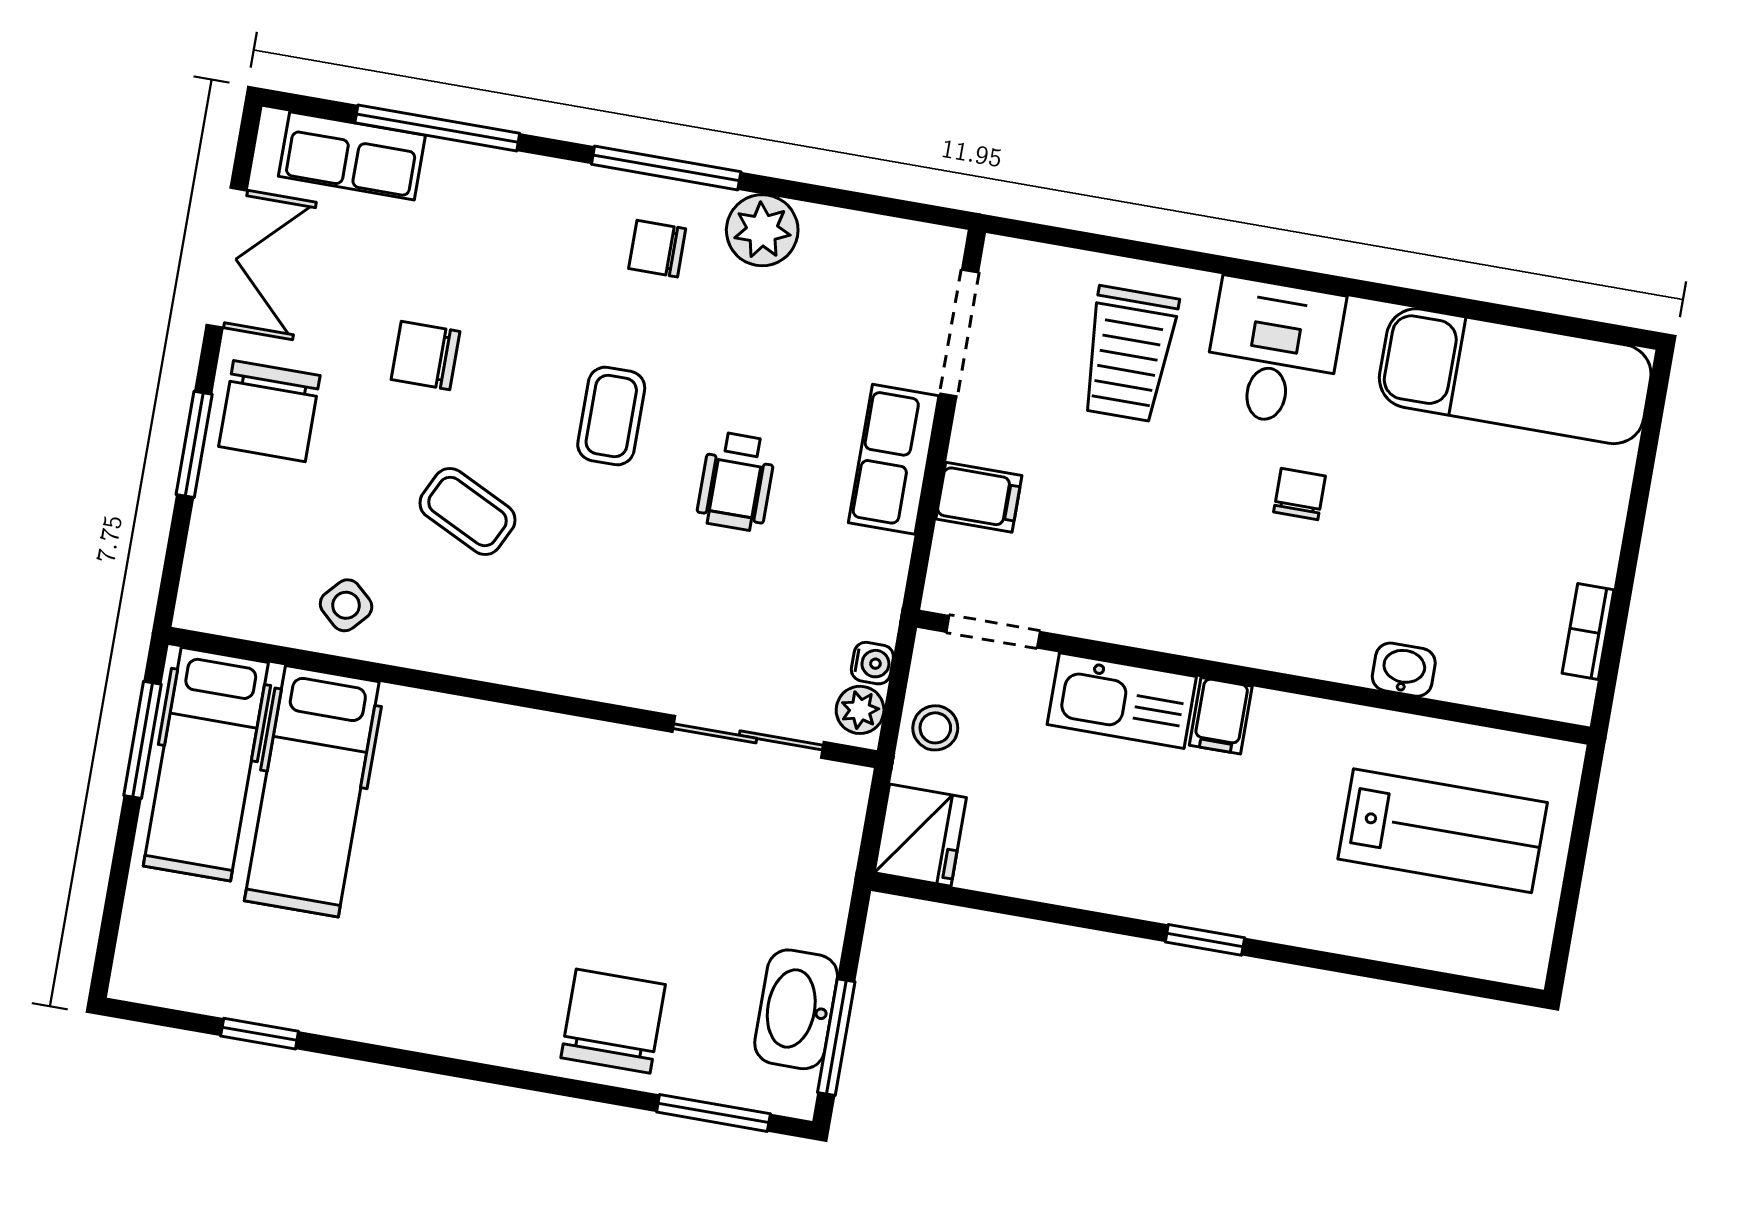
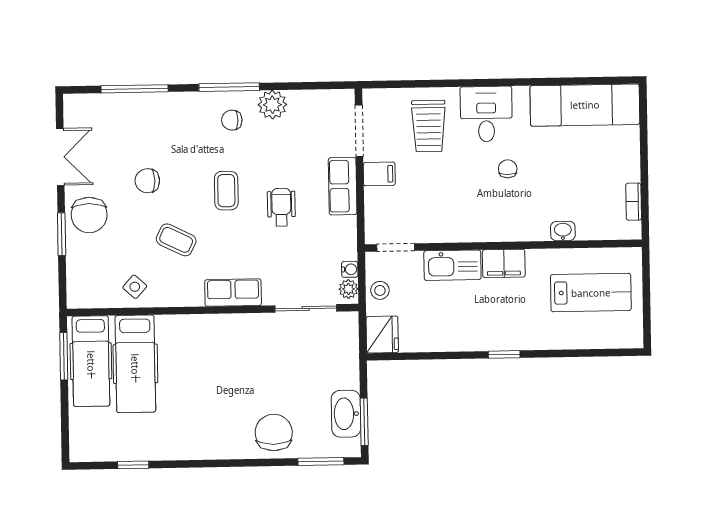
row of seats: (352, 156) -> (233, 293), moved, turned 180
wheelchair: (736, 481) -> (281, 207), turned 180
filing cabinet: (979, 497) -> (379, 174), moved
filing cabinet: (1221, 716) -> (504, 263), width x2.00

